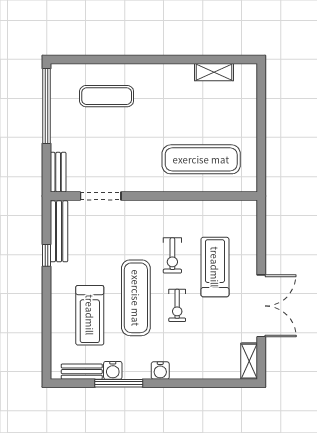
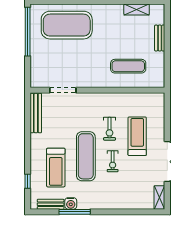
exercise mat: (107, 96) -> (67, 25), width x2.00, depth x1.45
exercise mat: (201, 159) -> (128, 66), width x0.73, depth x0.69
bench: (58, 172) -> (160, 38), moved
window: (47, 255) -> (28, 181), moved
water cooler: (160, 371) -> (102, 204), removed

